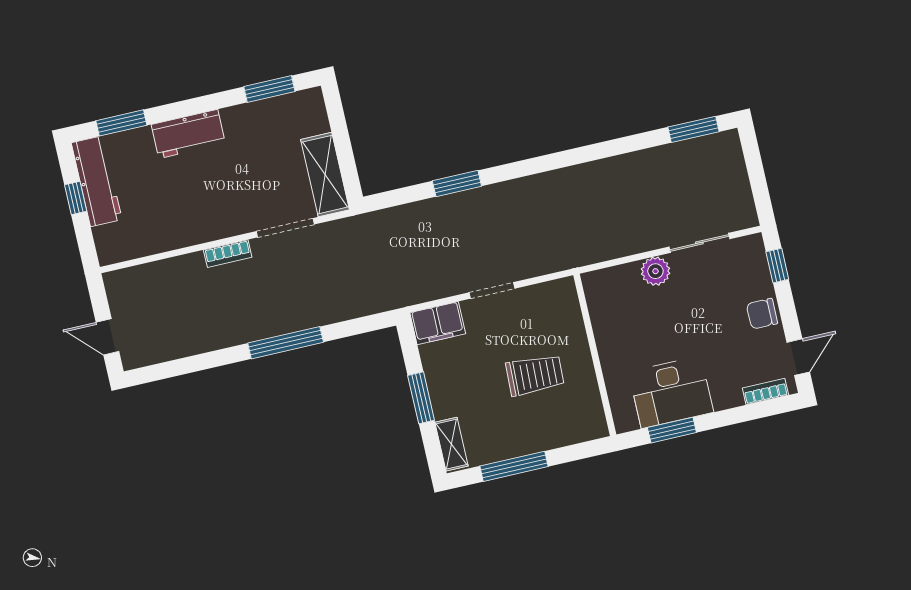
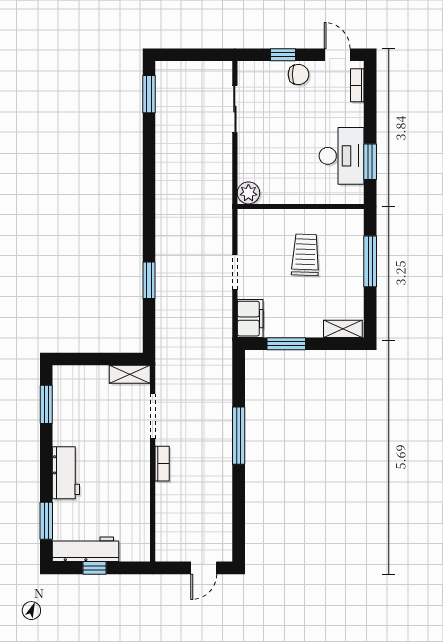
shelving: (325, 175) -> (130, 374), width x0.67, depth x0.75
window: (777, 266) -> (283, 55), moved
plant: (655, 271) -> (248, 193), moved
chair: (762, 314) -> (299, 74), turned -90
window: (421, 398) -> (286, 344), moved
window: (514, 466) -> (370, 261), moved

